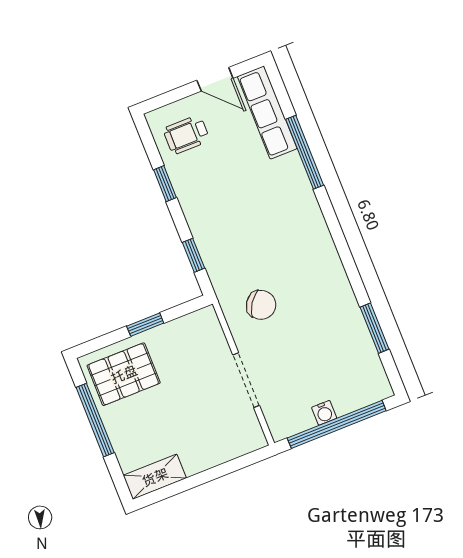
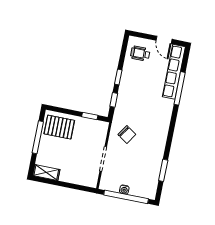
row of seats: (267, 113) -> (174, 72), width x1.36
window: (165, 184) -> (118, 77), moved
window: (145, 325) -> (90, 116), moved

